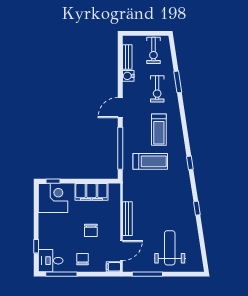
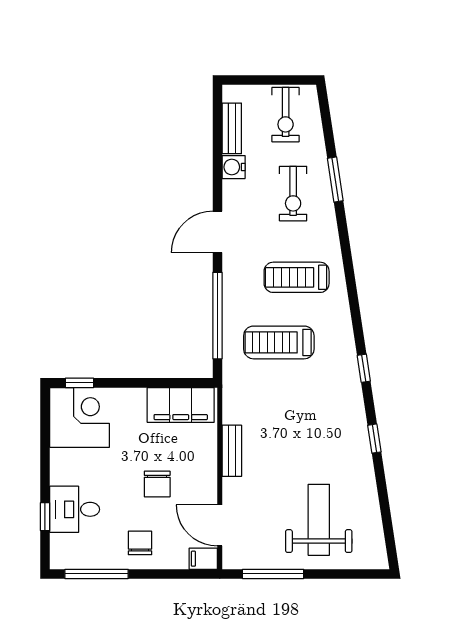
treadmill: (159, 130) -> (297, 277), turned 90
treadmill: (150, 161) -> (279, 342), turned 180
window: (190, 163) -> (364, 368), moved
filing cabinet: (91, 192) -> (181, 405), moved
bench: (127, 219) -> (232, 451), width x0.73
door: (121, 251) -> (220, 525), swing flipped
desk: (51, 261) -> (75, 509), moved

